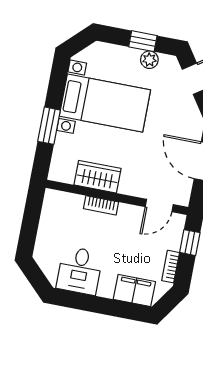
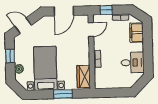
plant: (149, 60) -> (19, 69), moved
wardrobe: (98, 177) -> (84, 77), moved
door: (159, 206) -> (91, 30), hinge flipped

